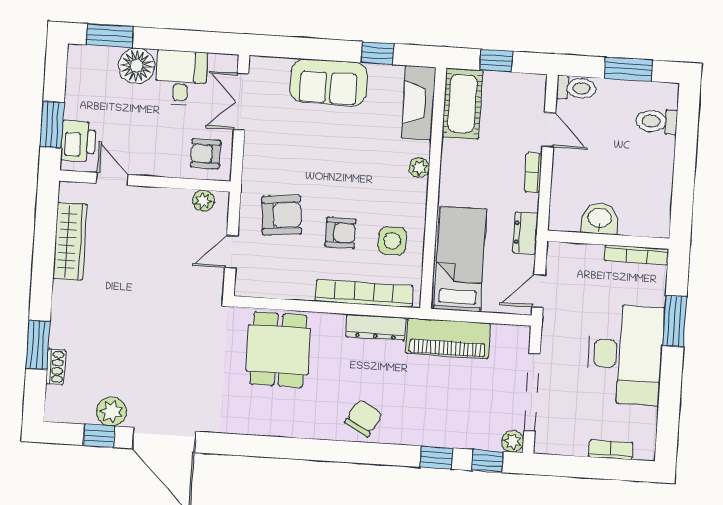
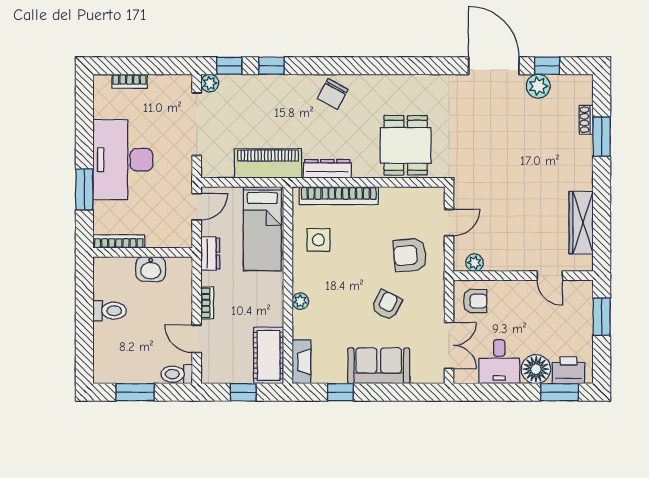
fireplace: (418, 103) -> (301, 362), width x0.73, depth x0.76
toilet: (657, 121) -> (110, 311), moved
printer: (78, 141) -> (568, 370), moved, turned 90
armchair: (341, 233) -> (387, 305), moved, turned 117

